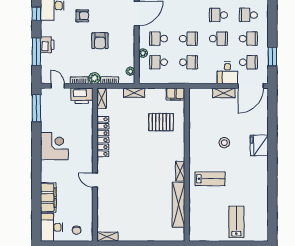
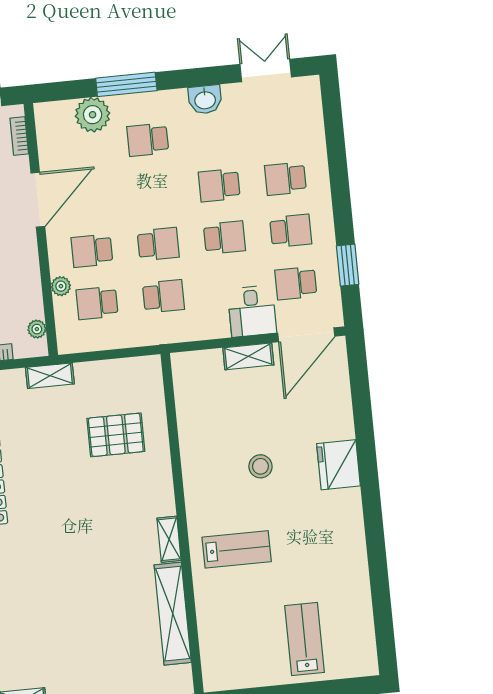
school desk: (248, 62) -> (296, 283), turned 180
filing cabinet: (175, 94) -> (142, 370), removed

